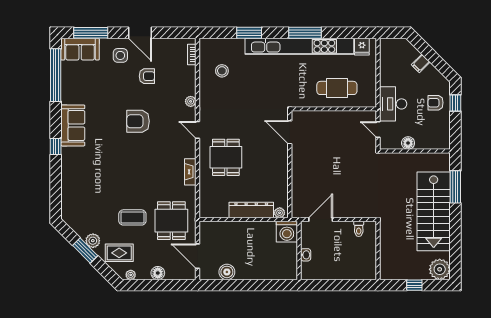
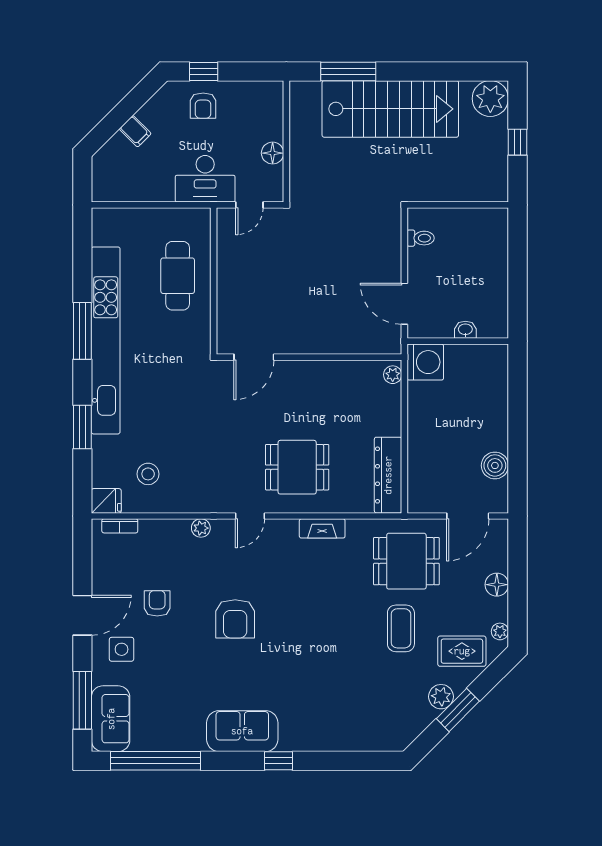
fridge: (362, 47) -> (106, 501), moved
dresser: (251, 210) -> (388, 475), moved
rug: (119, 253) -> (462, 651), turned 90

